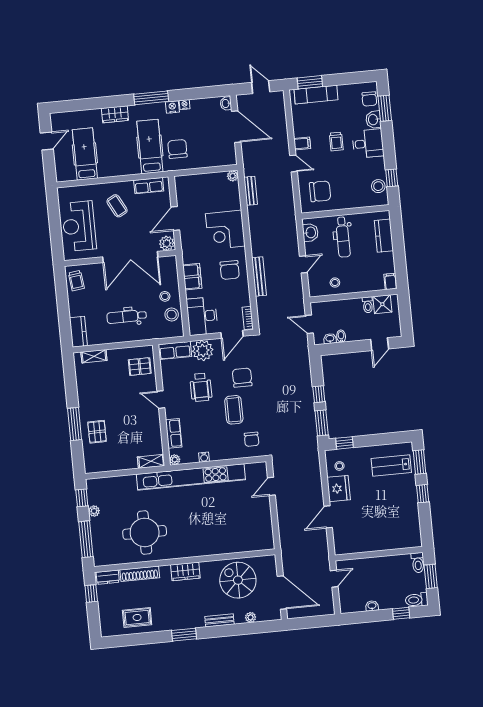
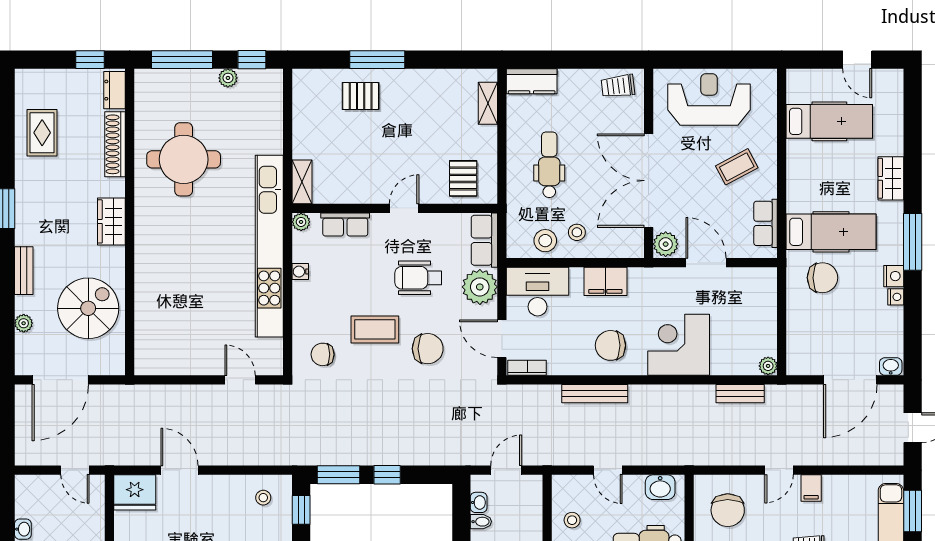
fridge: (339, 489) -> (135, 492), moved

